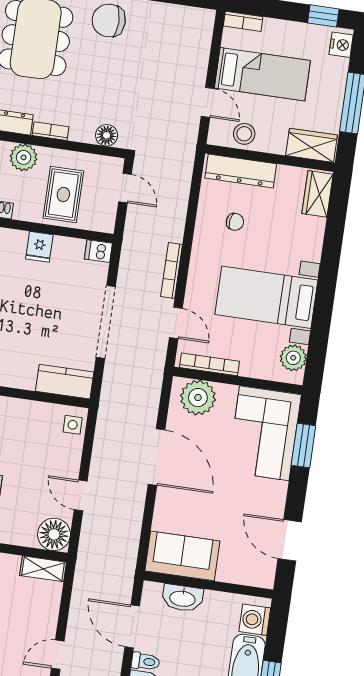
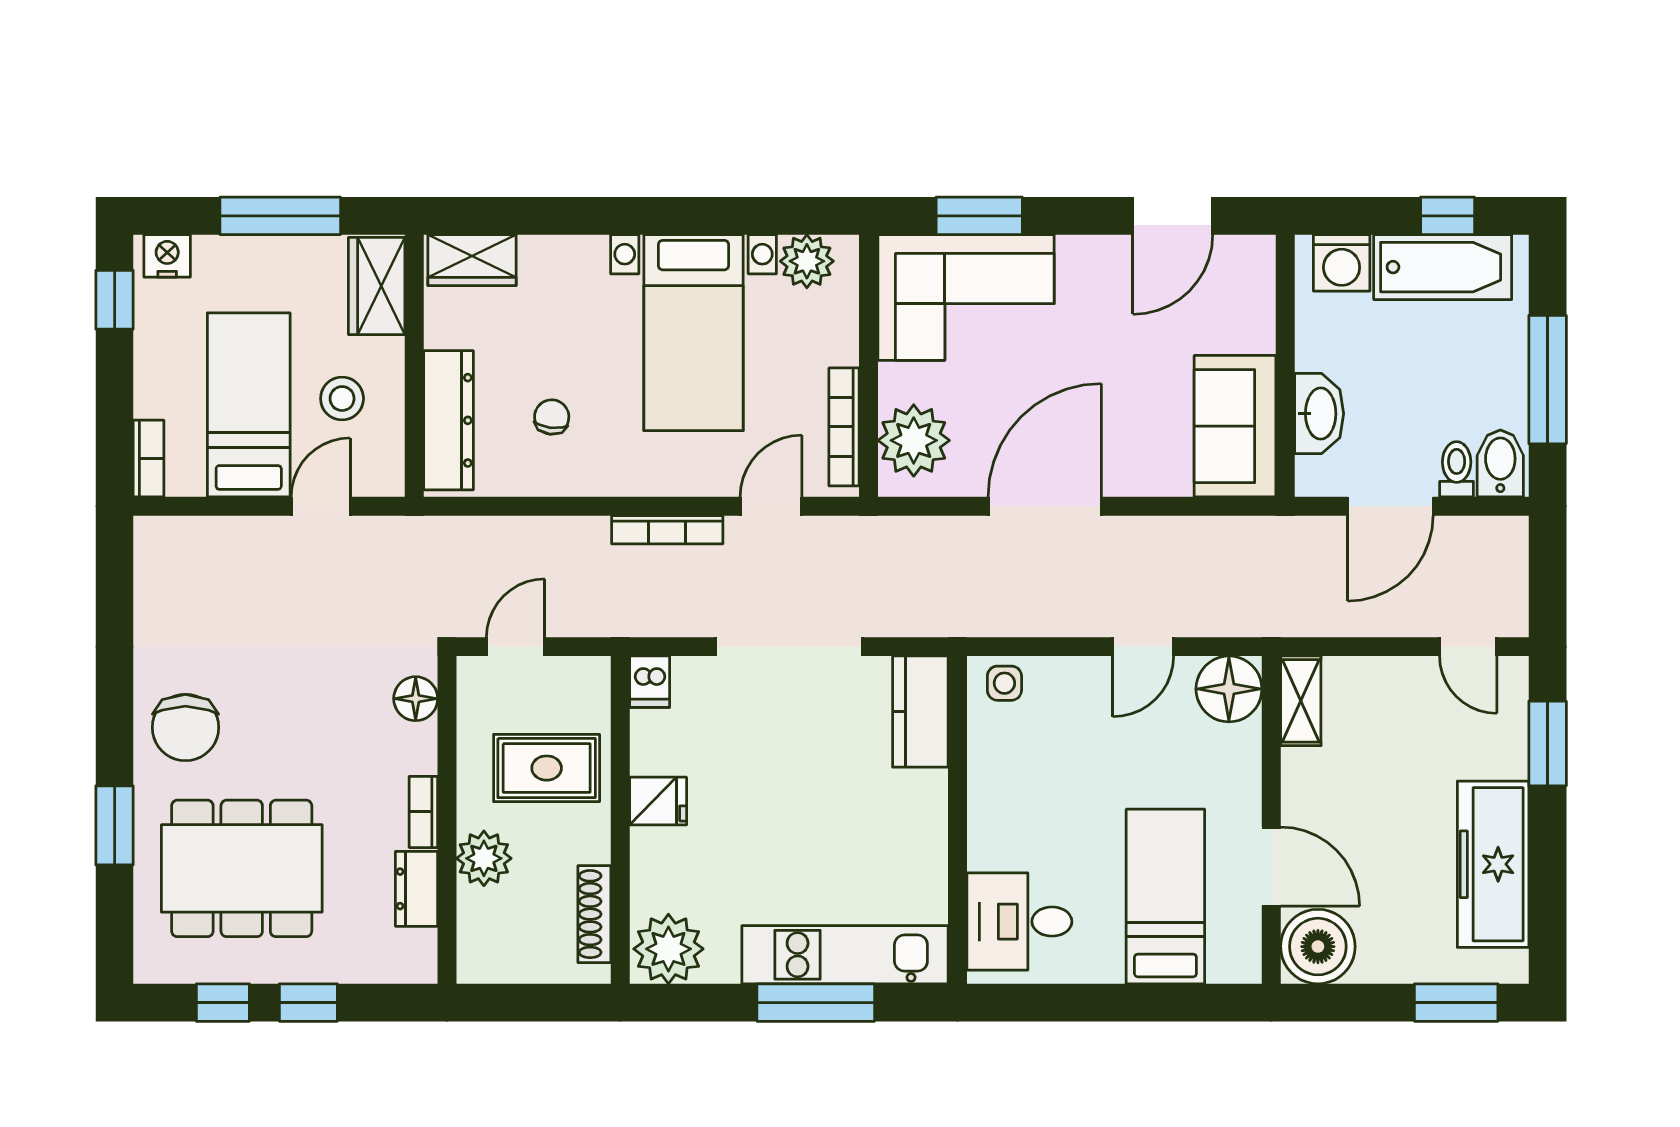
stool: (244, 134) -> (342, 399), moved

